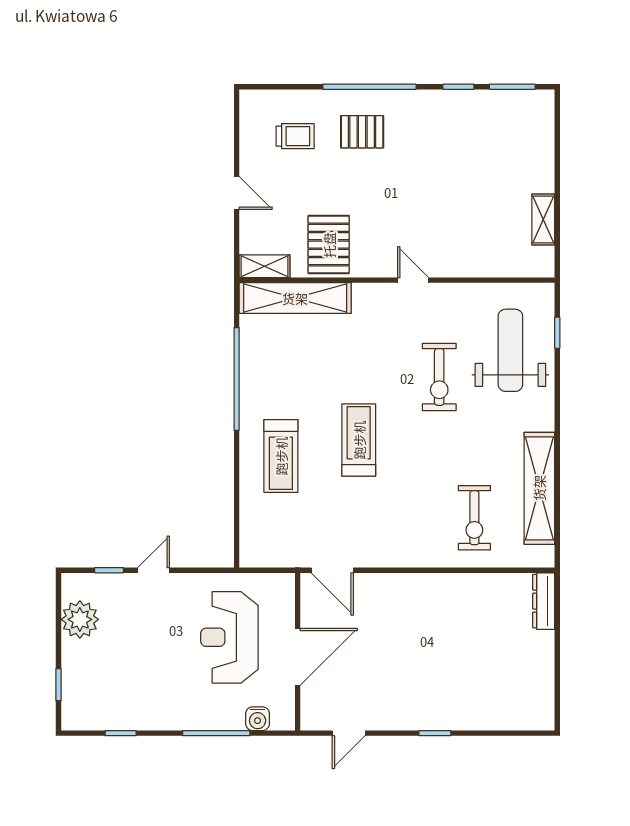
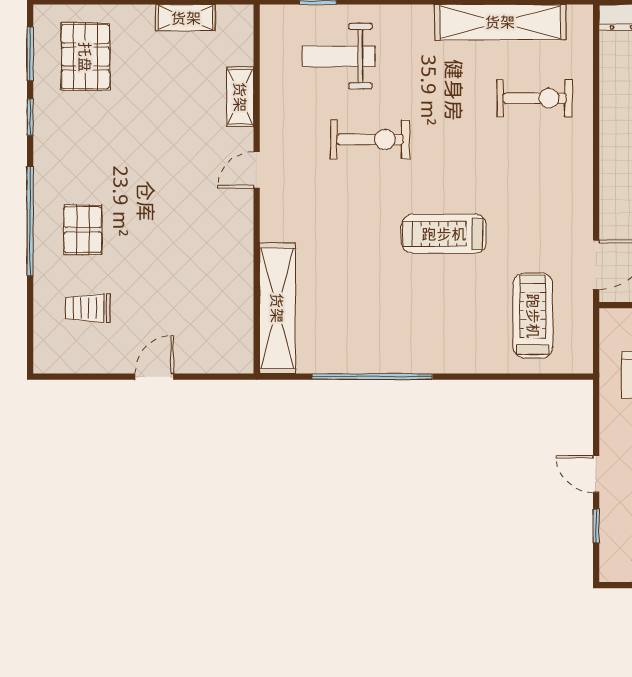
trolley: (295, 136) -> (88, 308), turned -90
pallet: (329, 245) -> (85, 57), moved, turned 90
shelving: (265, 266) -> (240, 97), moved
weight bench: (510, 350) -> (339, 56), width x0.73, depth x0.75
treadmill: (281, 456) -> (533, 316), moved, turned -90

